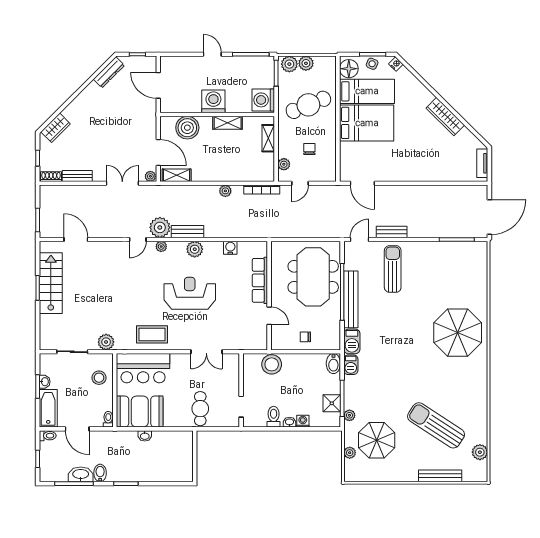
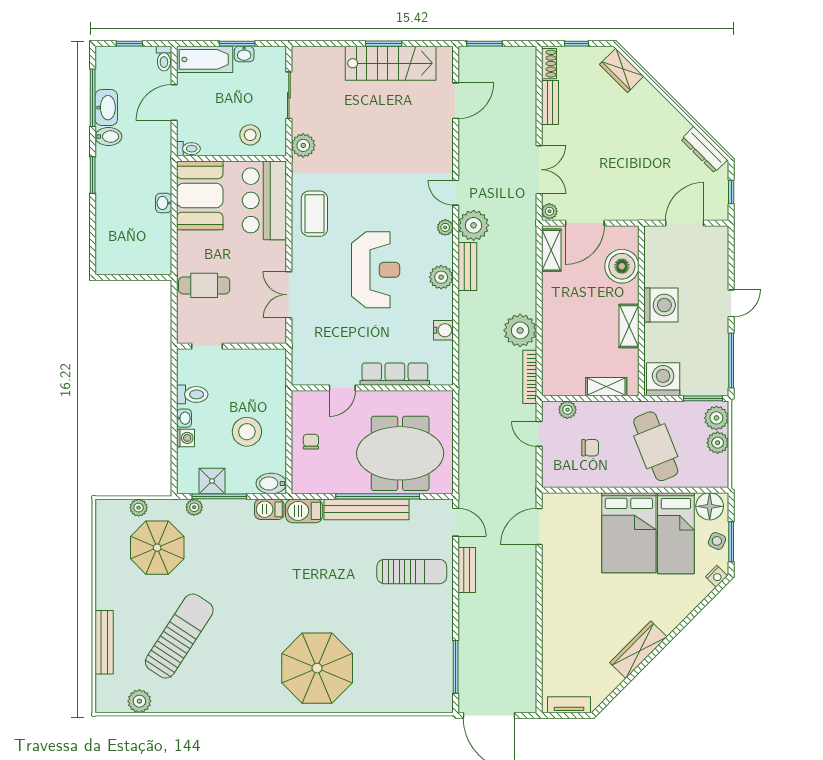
plant: (225, 191) -> (520, 330), width x1.87, depth x1.87
stool: (272, 364) -> (247, 432), moved

